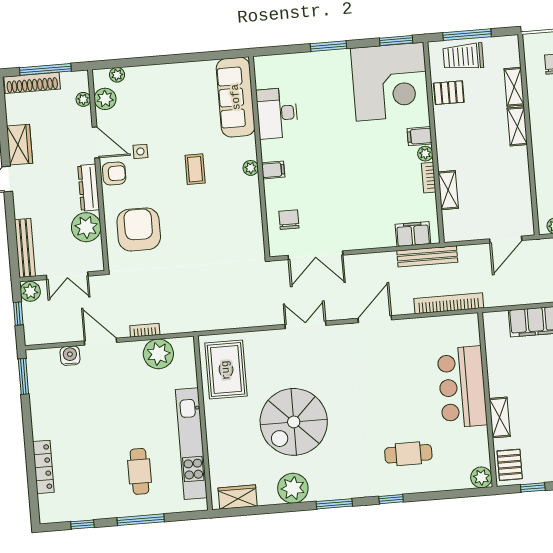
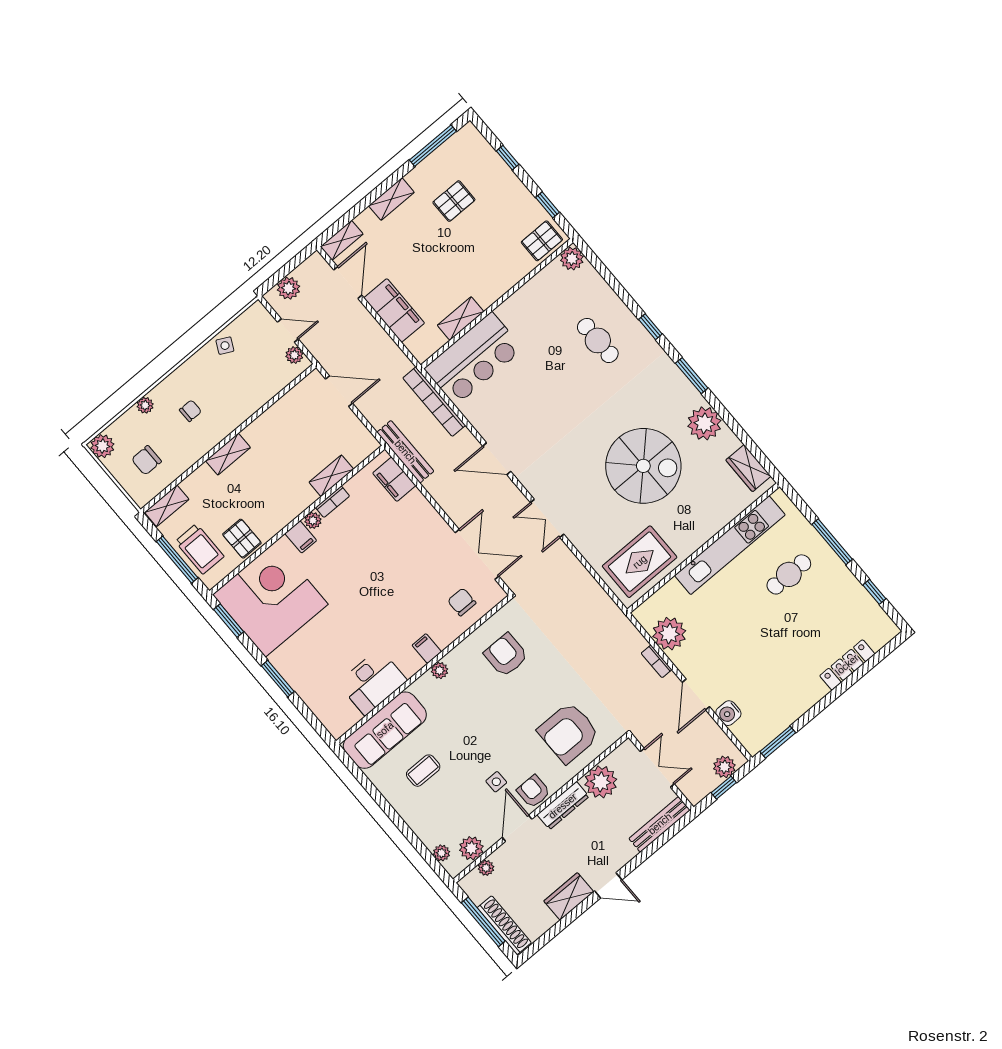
shelving: (514, 87) -> (167, 506), moved
coffee table: (195, 169) -> (423, 771), moved
chair: (289, 220) -> (462, 602), turned 90
armchair: (228, 224) -> (506, 655), added
plant: (30, 291) -> (724, 767), moved
bar counter: (462, 387) -> (474, 359), moved
shelving: (500, 417) -> (461, 318), moved

